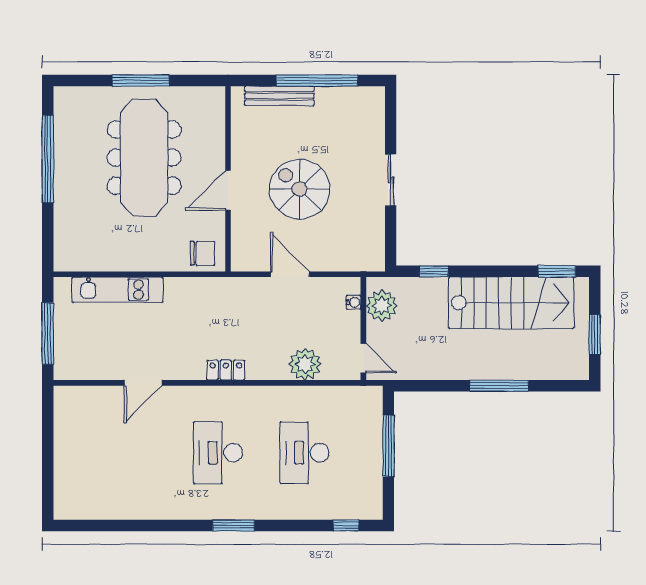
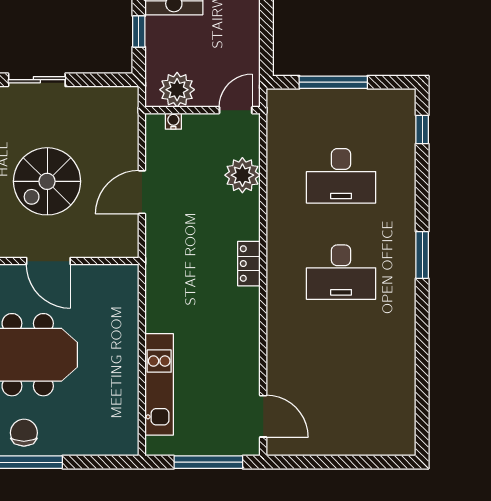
chair: (203, 253) -> (24, 433), moved
door: (143, 383) -> (263, 416), moved

